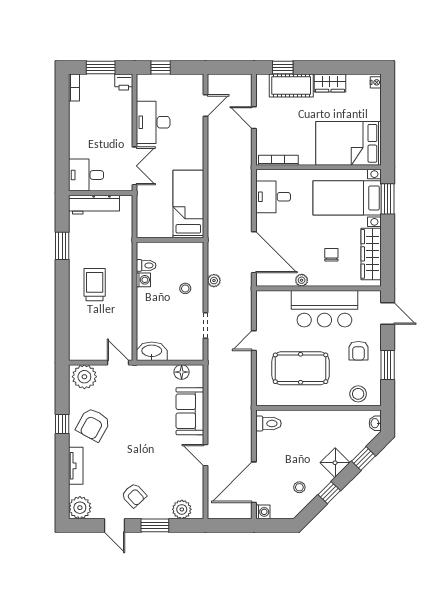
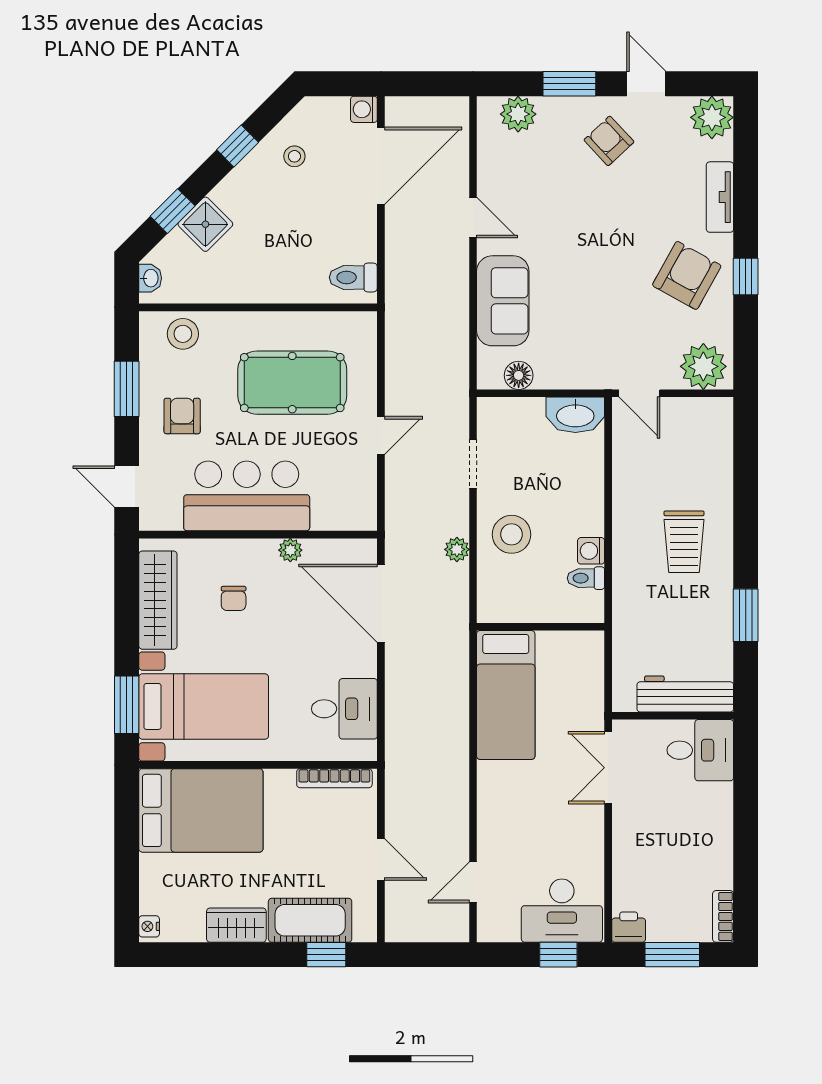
desk: (153, 122) -> (562, 911), moved, turned 90
stool: (185, 288) -> (512, 534), width x1.89, depth x1.89
shower: (335, 463) -> (205, 224), moved

